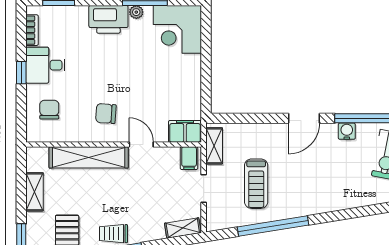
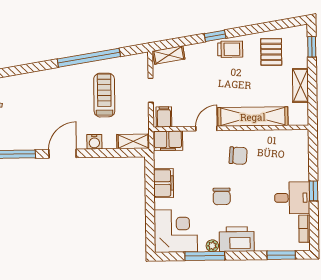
filing cabinet: (190, 84) -> (164, 183), added
chair: (49, 110) -> (222, 196), moved
water cooler: (347, 131) -> (94, 142), moved
door: (141, 145) -> (206, 129), swing flipped
shelving: (214, 146) -> (133, 141), moved, turned 90

